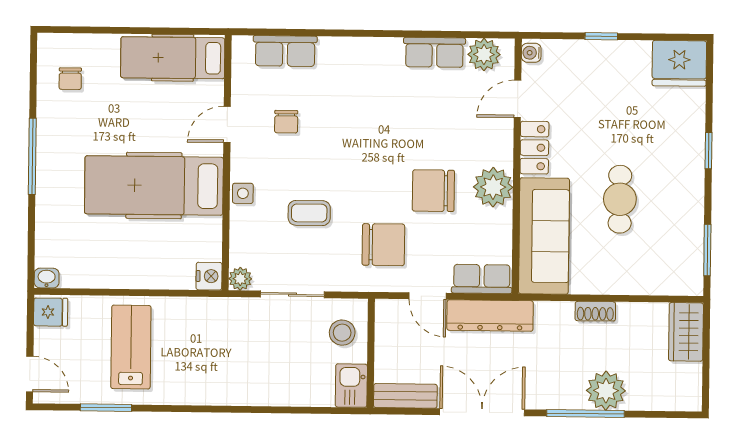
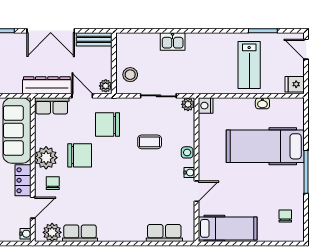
chair: (286, 122) -> (53, 183), moved
water cooler: (239, 158) -> (189, 173), added
hospital bed: (154, 185) -> (265, 146), moved, turned 180
washbasin: (47, 278) -> (262, 103), moved
plant: (386, 313) -> (106, 86), added
kitchen sink: (351, 386) -> (173, 41), moved, turned 90

